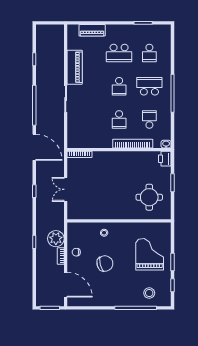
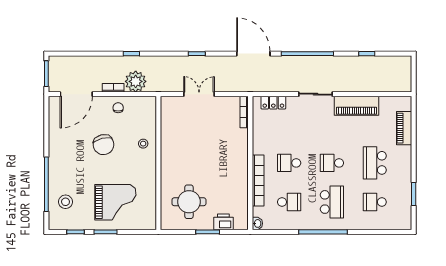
locker: (72, 132) -> (273, 103), added
door: (34, 147) -> (253, 54), swing flipped
printer: (165, 159) -> (223, 222), moved

